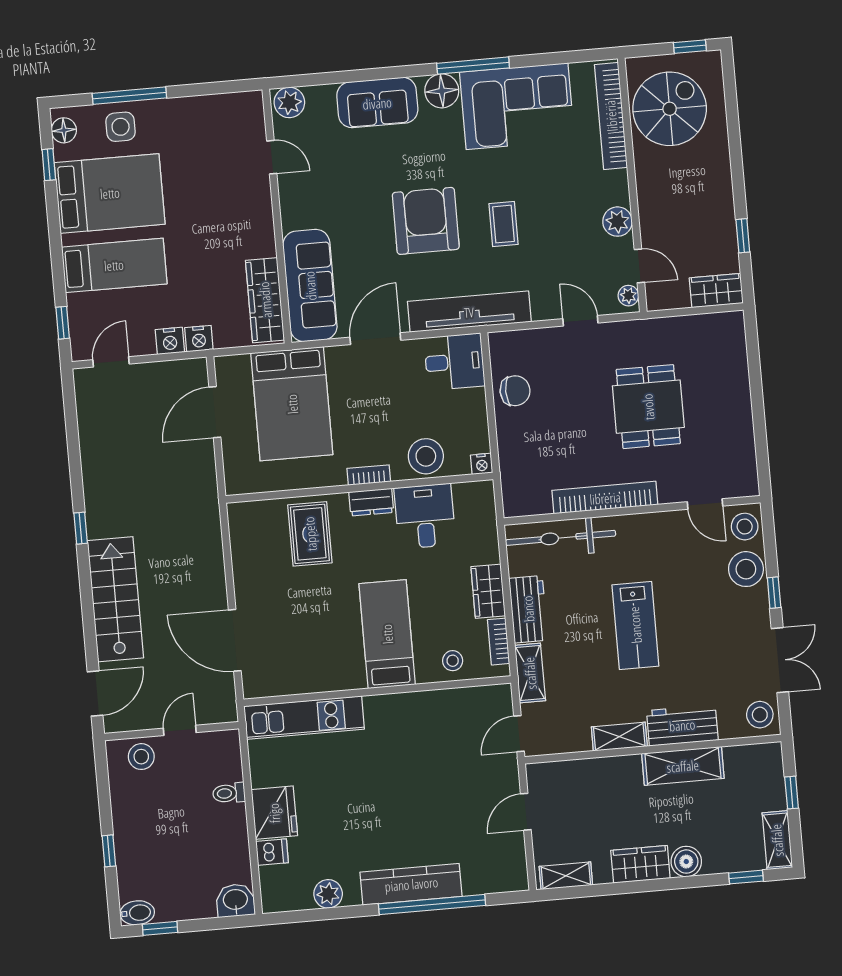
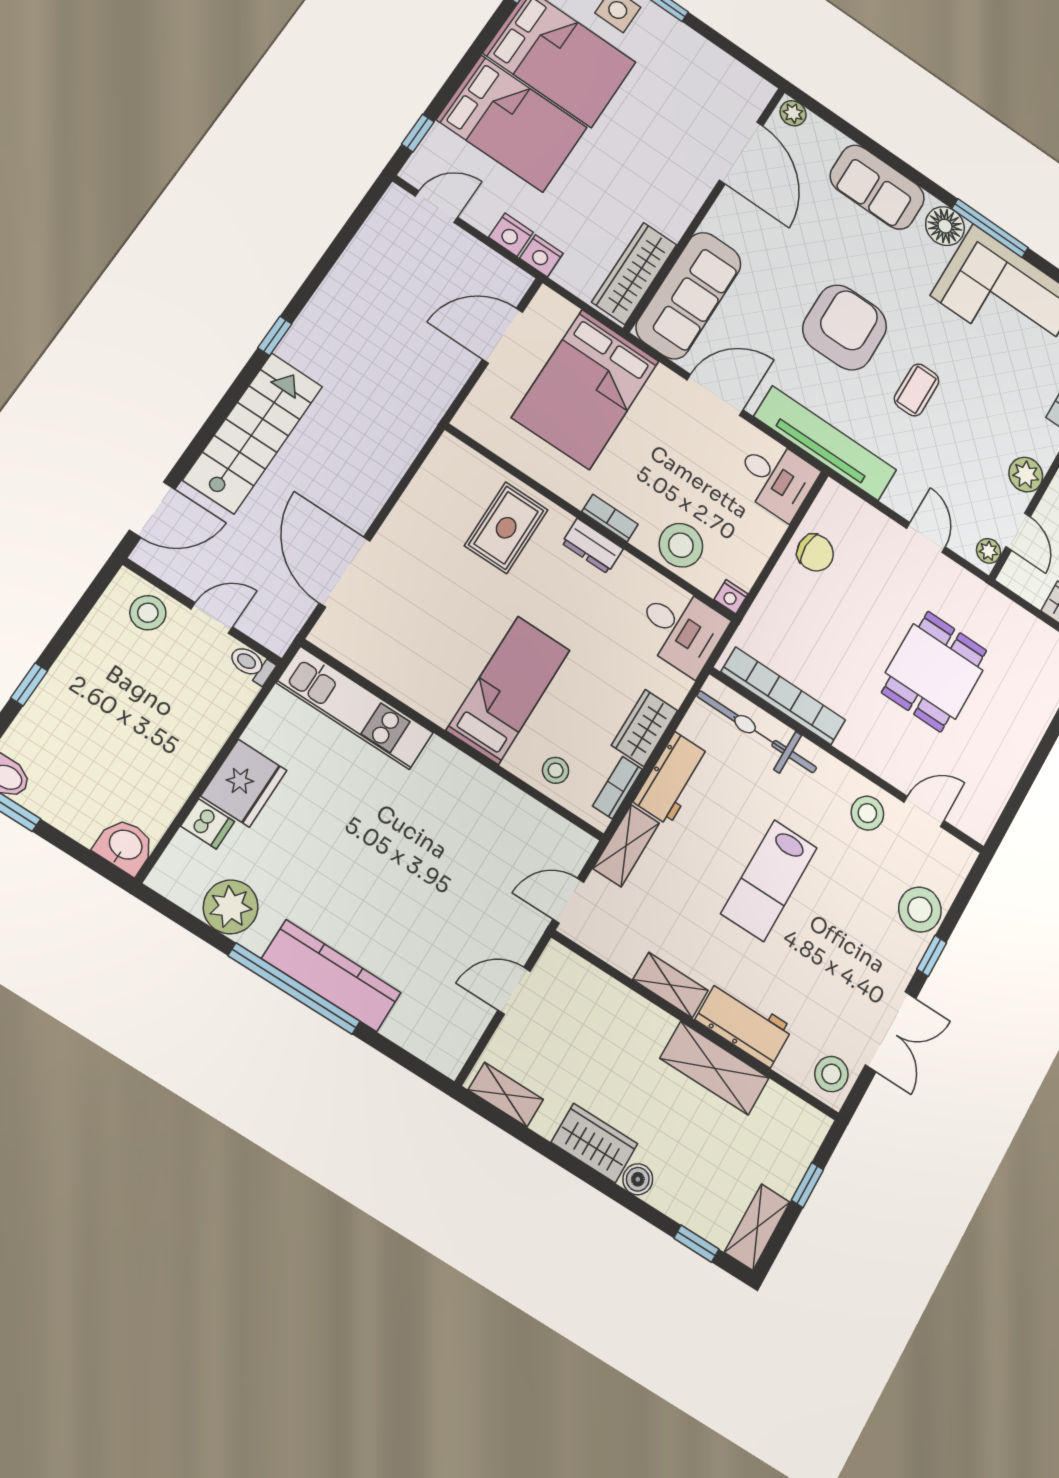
plant: (289, 102) -> (793, 113), width x0.73, depth x0.73
door: (272, 157) -> (741, 153), width x1.87
bed: (114, 265) -> (512, 124), width x1.50
bookcase: (605, 498) -> (783, 696), moved
door: (705, 504) -> (924, 811), swing flipped
desk: (425, 516) -> (681, 629), moved, turned 90
stool: (745, 527) -> (867, 813), moved
toilet: (229, 793) -> (252, 664), moved
boiler: (686, 862) -> (638, 1179), width x0.73, depth x0.73
plant: (328, 894) -> (231, 907), width x1.36, depth x1.36
window: (432, 905) -> (294, 989), moved

